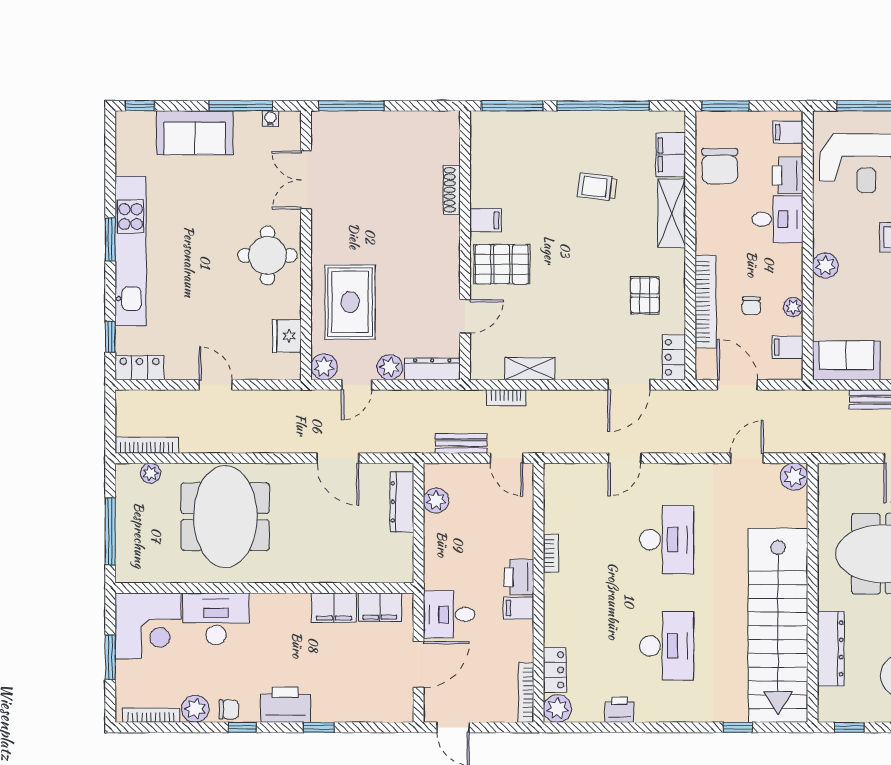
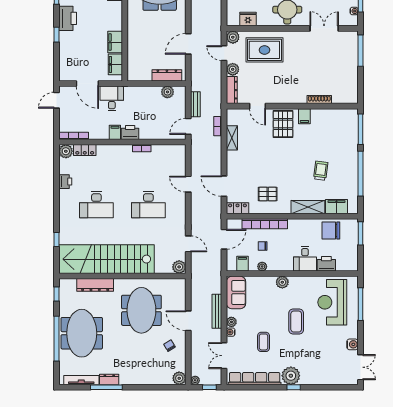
filing cabinet: (788, 132) -> (348, 264), removed

